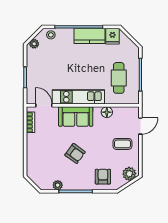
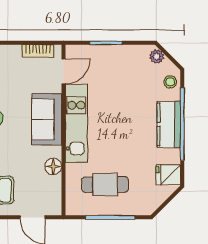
kitchen counter: (89, 36) -> (169, 124), moved

